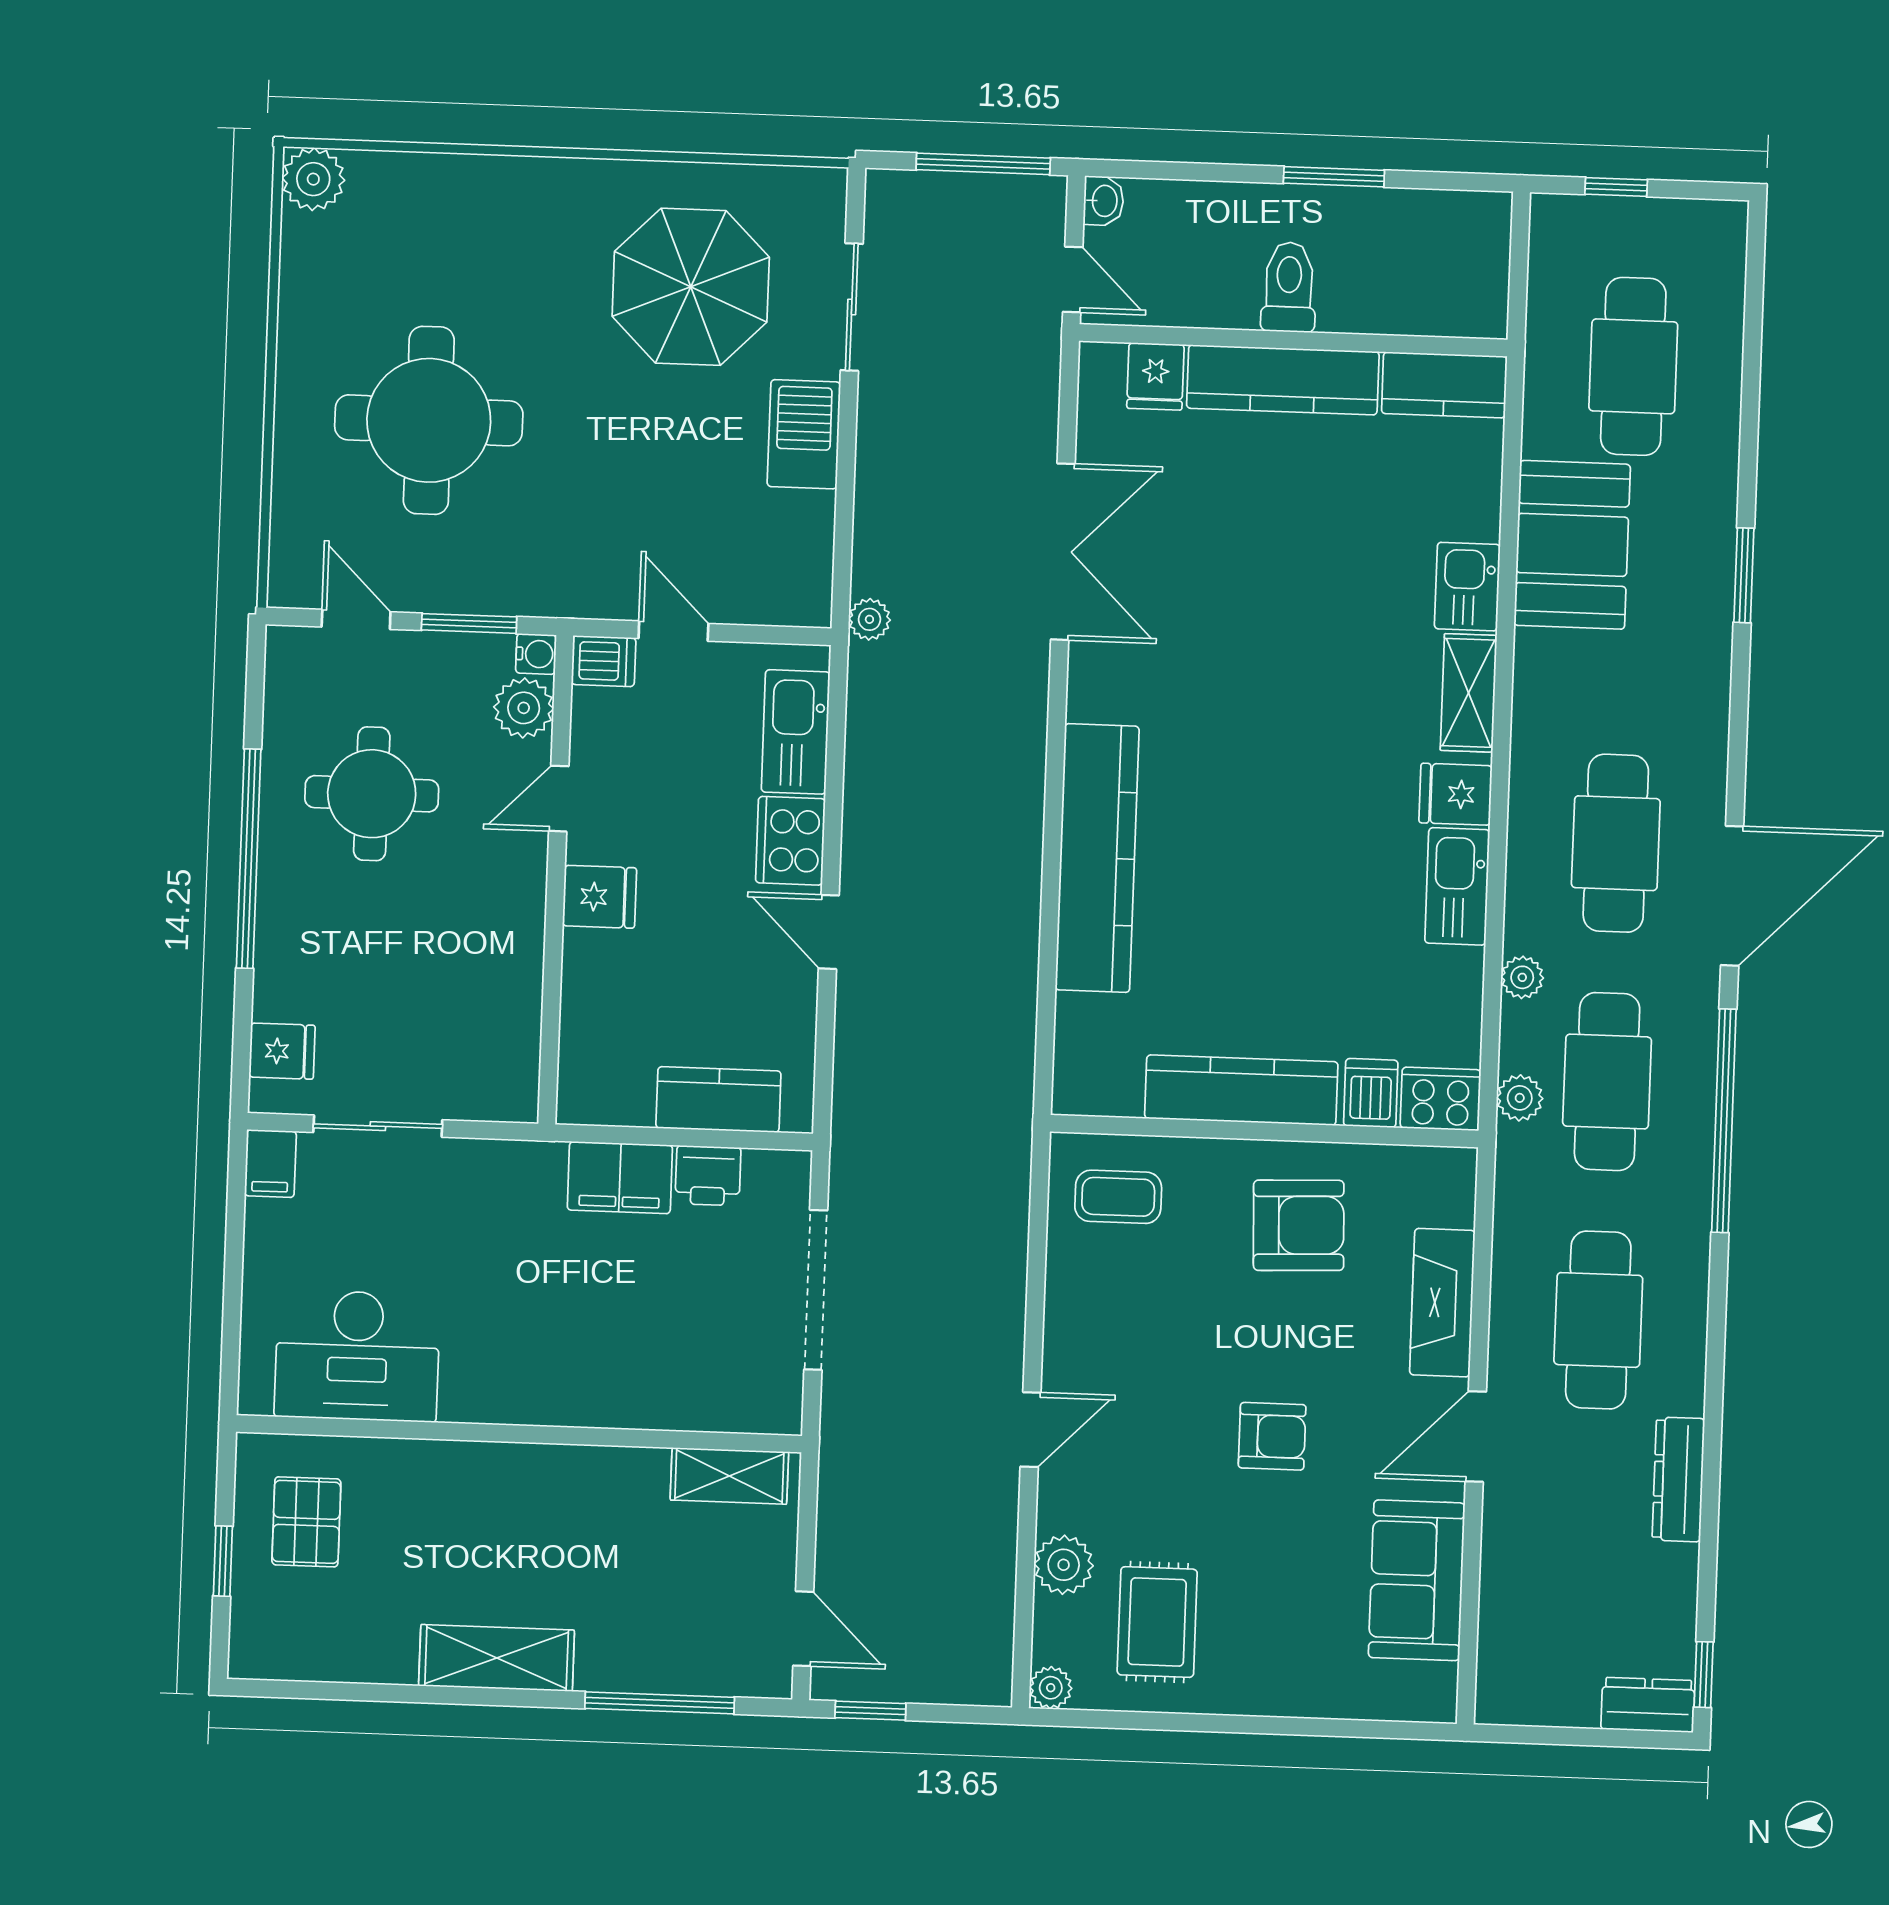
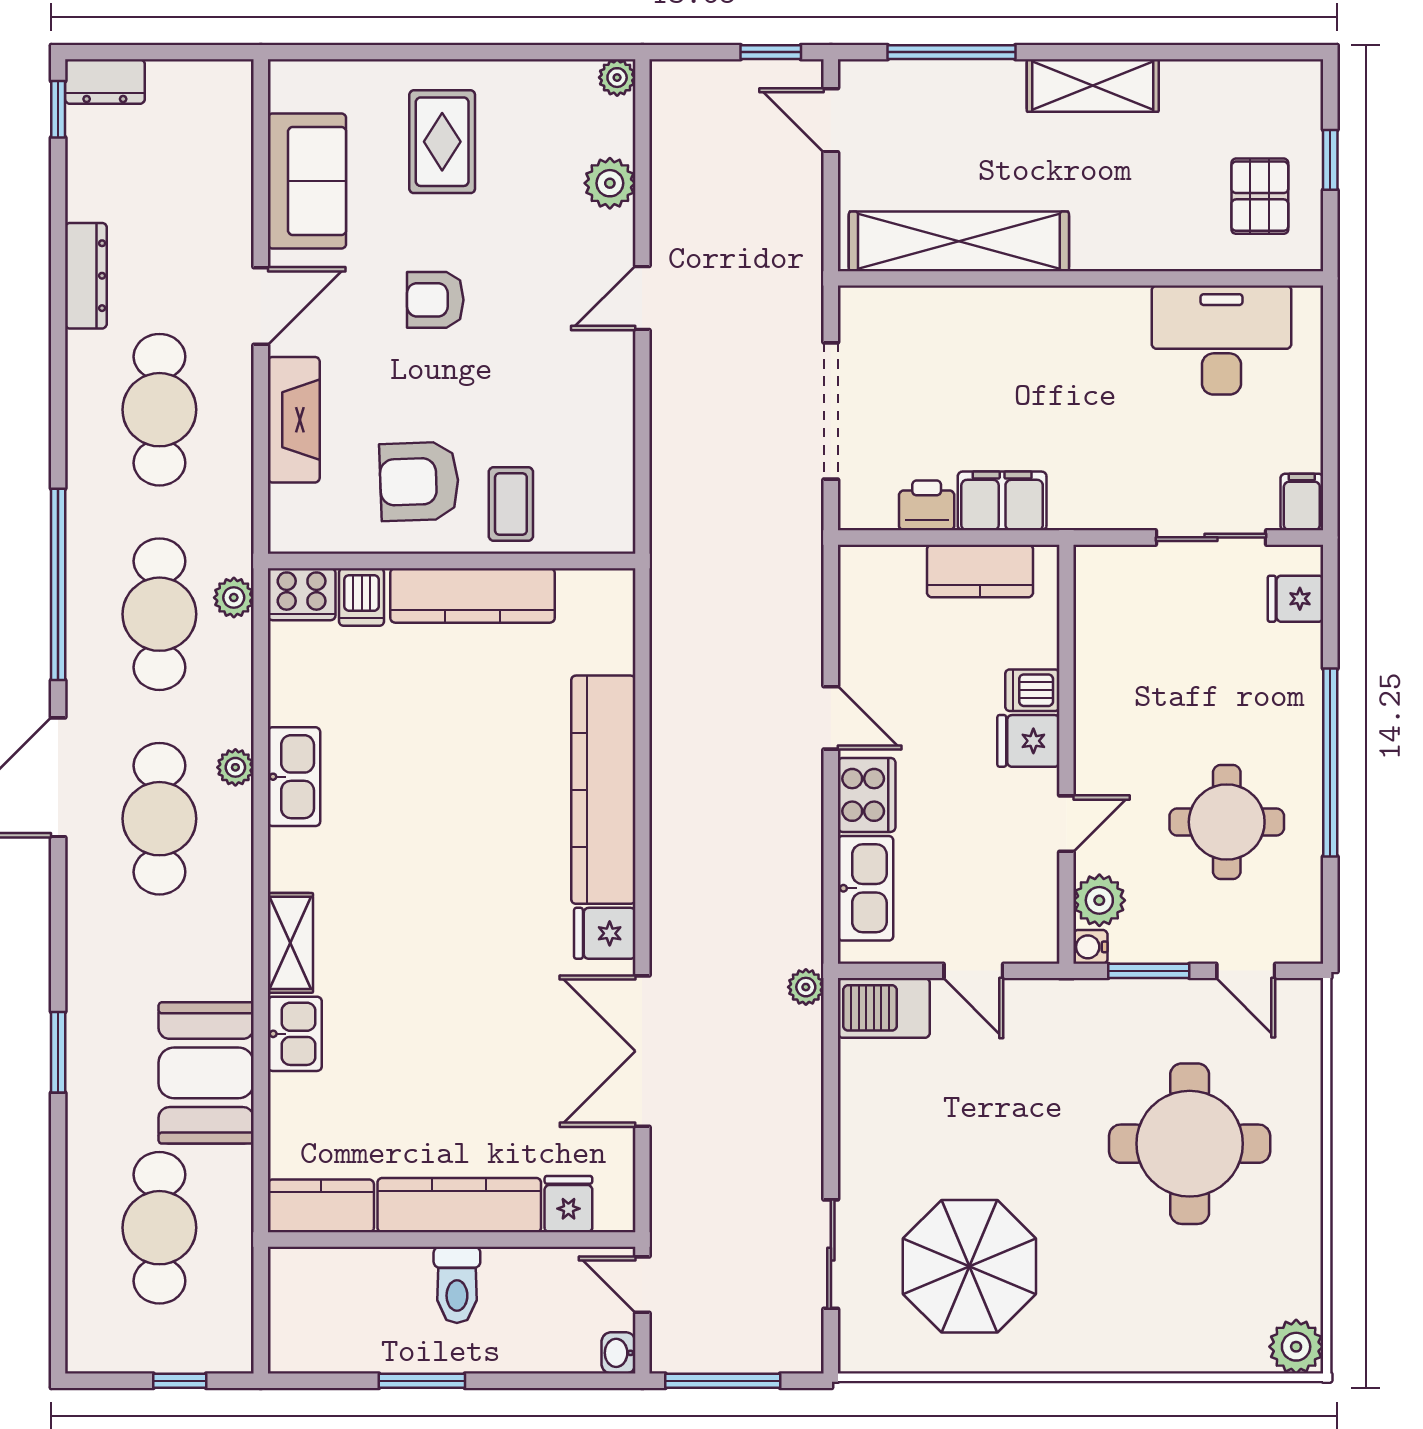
barbecue: (804, 434) -> (884, 1008), moved, turned 90
dishwasher: (604, 661) -> (1032, 690), moved
fridge: (1455, 794) -> (605, 933), moved, turned 180
plant: (1522, 977) -> (235, 767), moved
kitchen counter: (718, 1100) -> (980, 571), moved
coffee table: (1118, 1197) -> (511, 504), moved, turned 90
shelving: (729, 1476) -> (959, 241), width x2.20, depth x1.33
rug: (1157, 1622) -> (442, 142), moved

